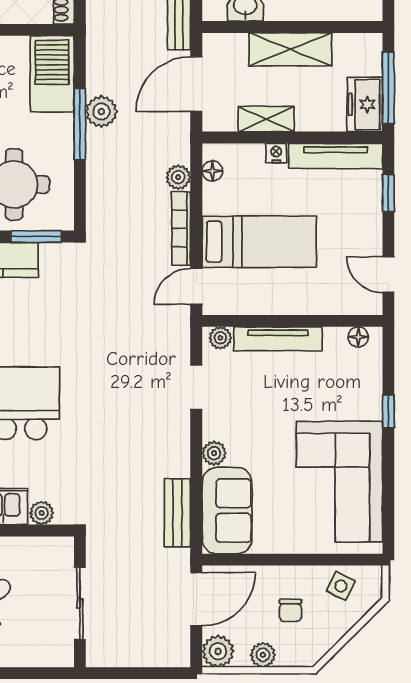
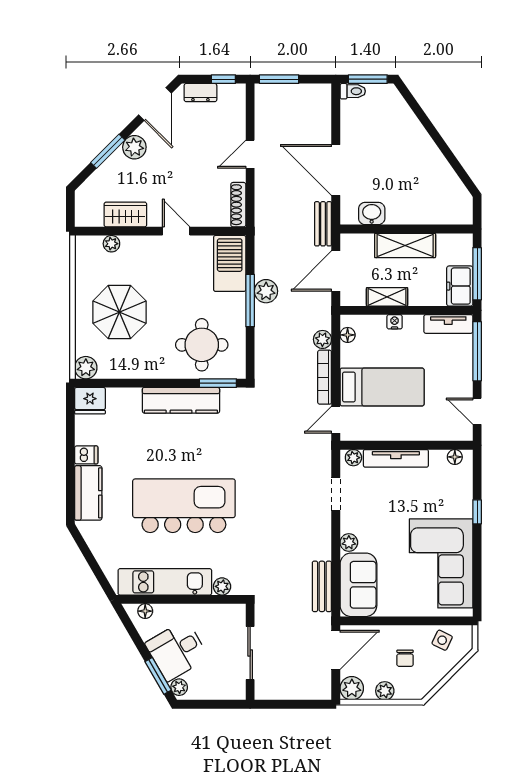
tv unit: (336, 156) -> (448, 324), width x0.71
window: (388, 193) -> (477, 351), width x2.17

